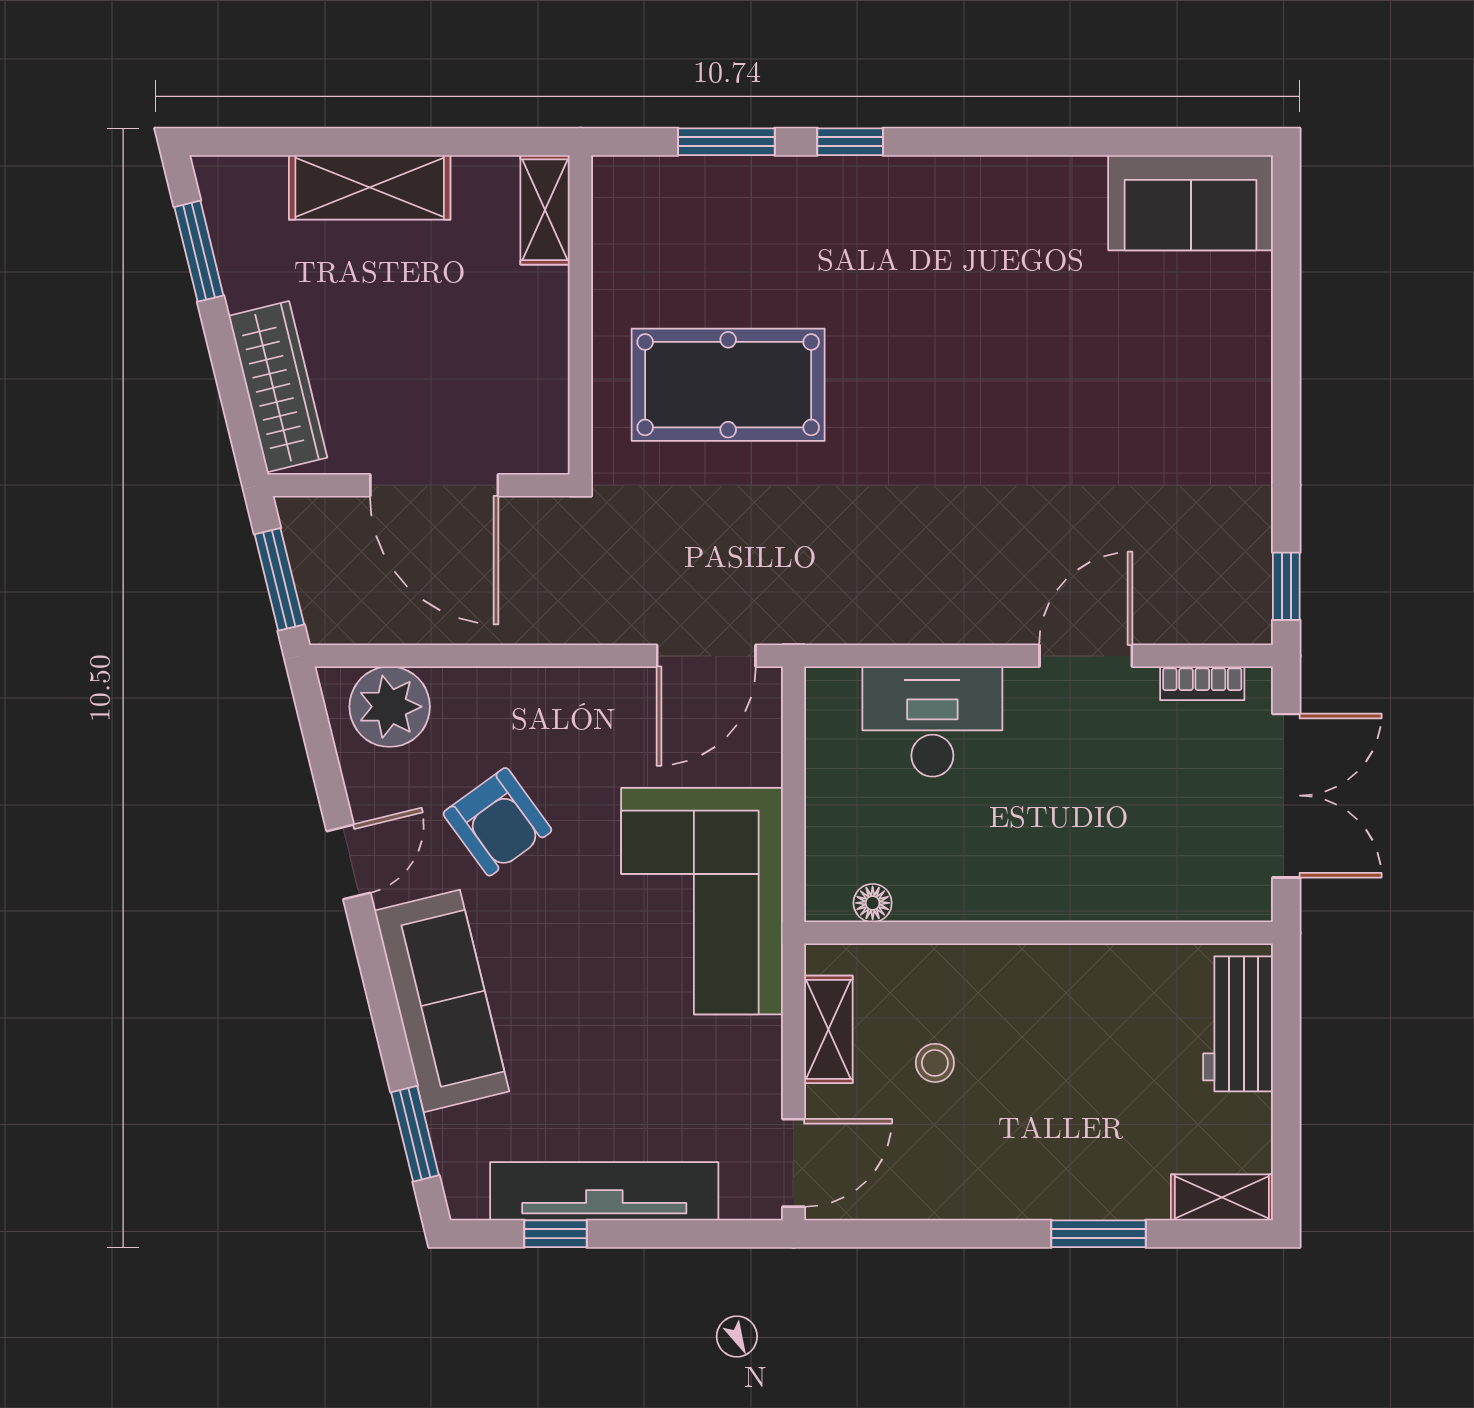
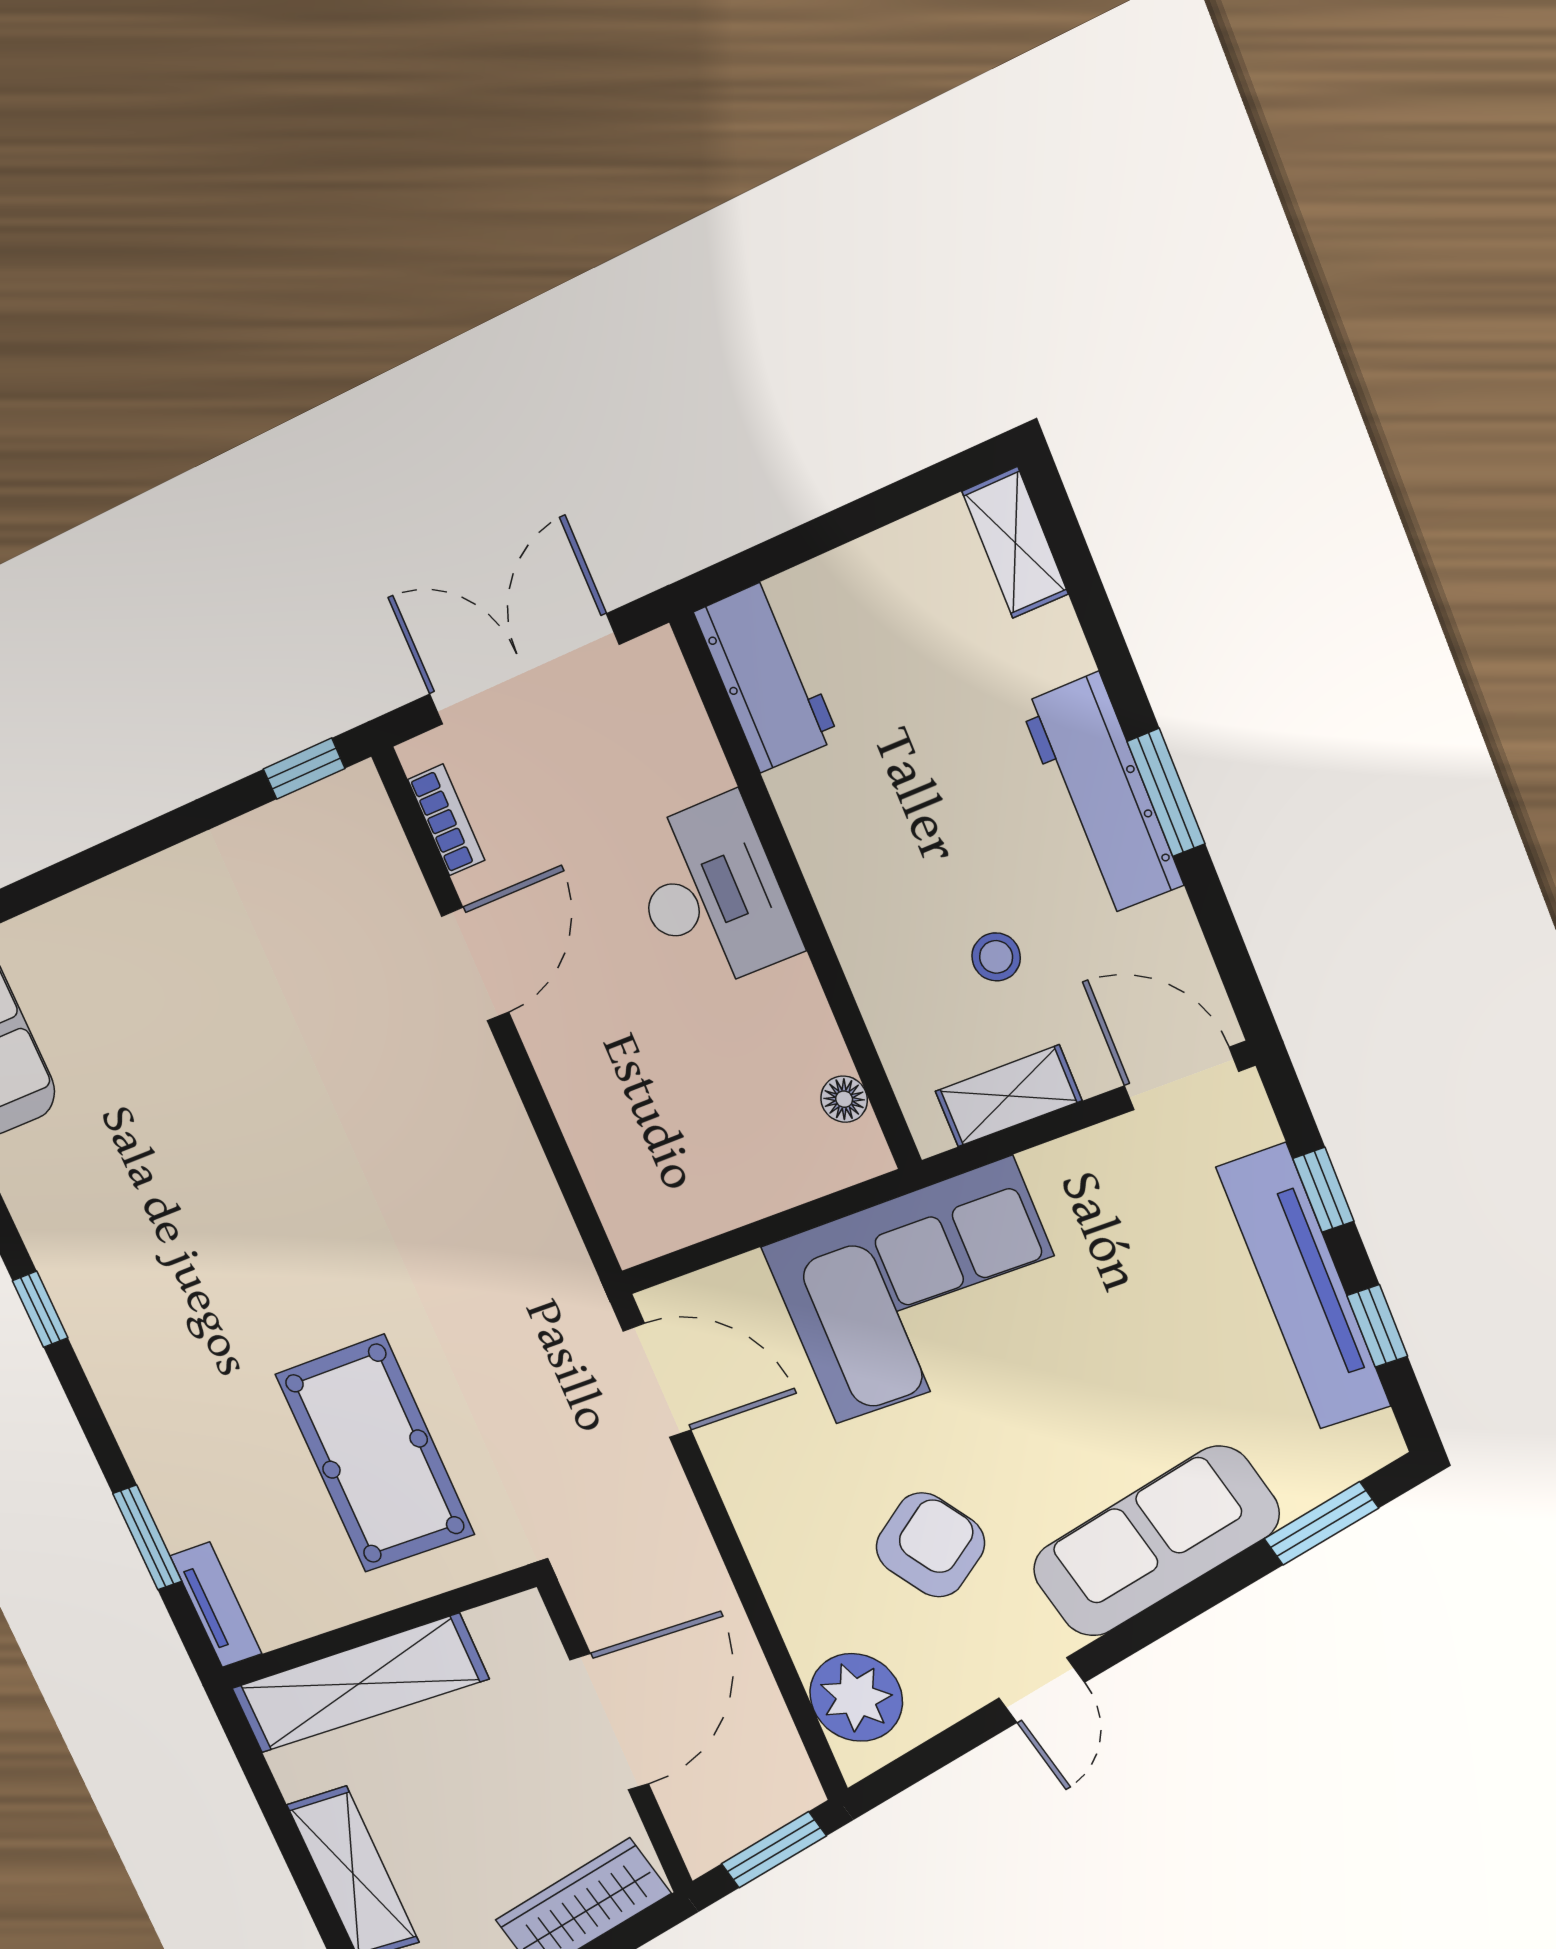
window: (850, 142) -> (40, 1309), moved
tv unit: (647, 177) -> (216, 1605), added
shelving: (545, 210) -> (359, 1684), width x2.20, depth x1.33
door: (1086, 656) -> (475, 964), swing flipped
desk: (932, 722) -> (711, 894), moved, turned 180
door: (348, 862) -> (1042, 1690), swing flipped
workbench: (1238, 1024) -> (766, 676), moved, turned -90
workbench: (1021, 1187) -> (1102, 795), added
window: (673, 1234) -> (1323, 1190), added
window: (1098, 1234) -> (1166, 793), moved

